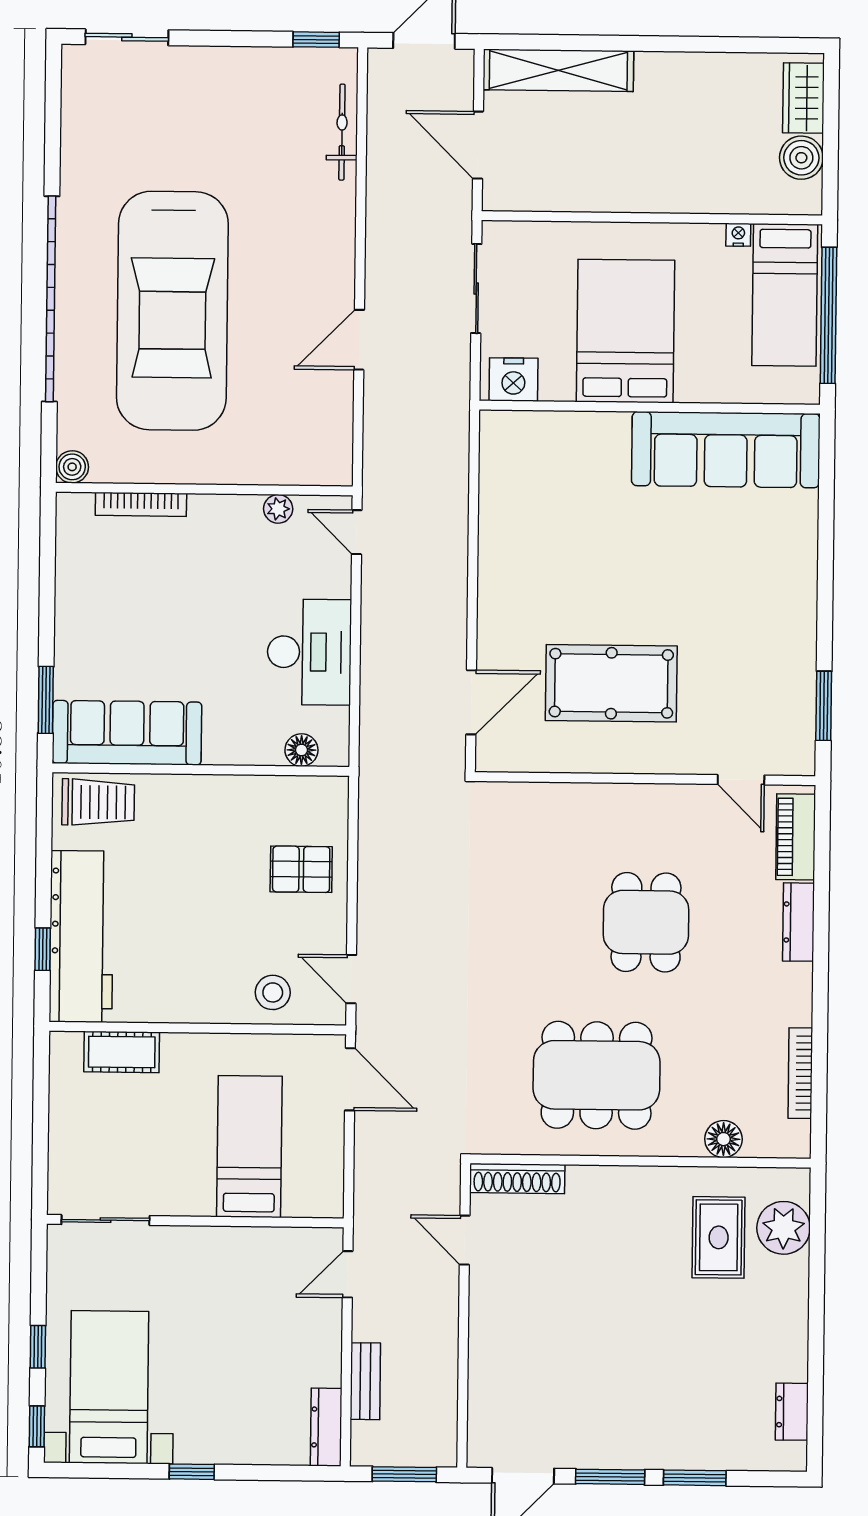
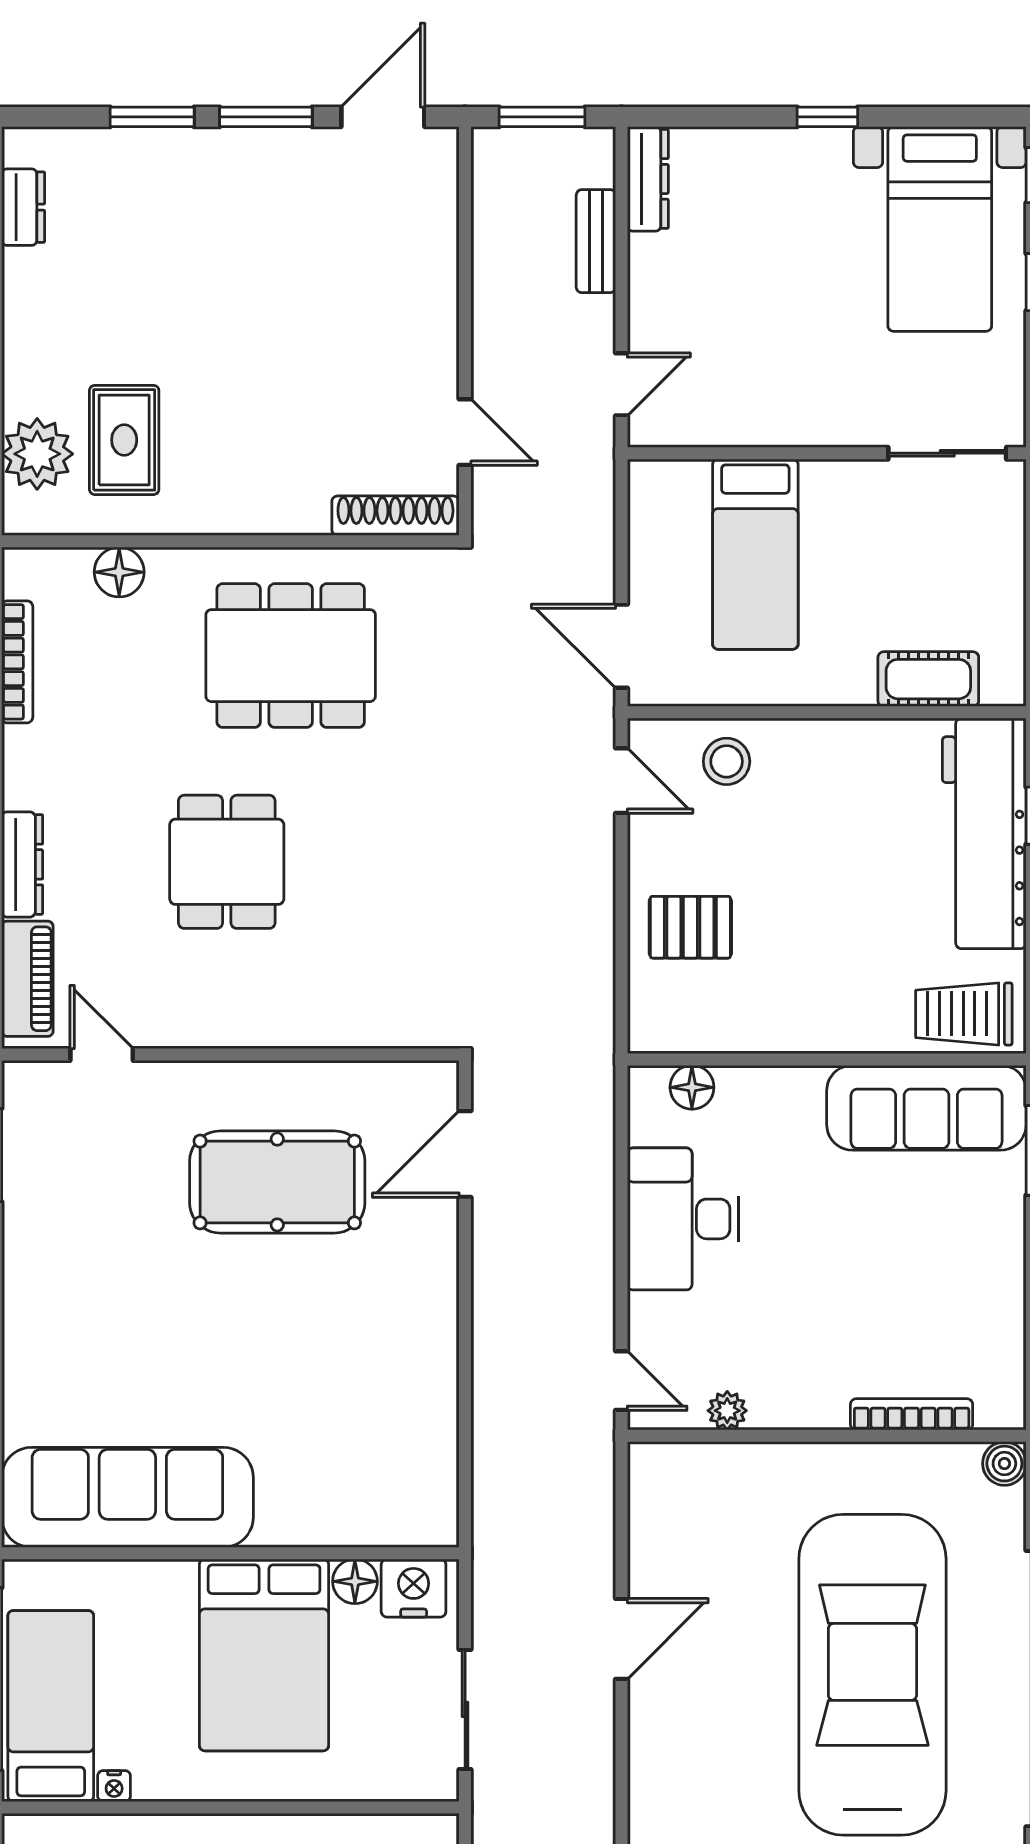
floor lamp: (557, 385) -> (355, 1581), added

